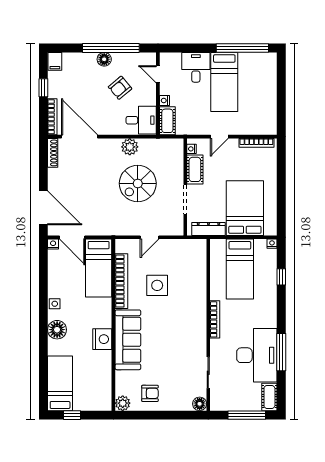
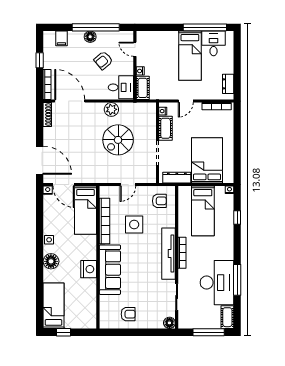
filing cabinet: (55, 61) -> (61, 38), moved
desk: (196, 67) -> (214, 43), moved
dresser: (270, 116) -> (228, 84), added
armchair: (188, 257) -> (159, 201), added
tv unit: (199, 320) -> (169, 254), added
plant: (123, 403) -> (106, 322), removed

